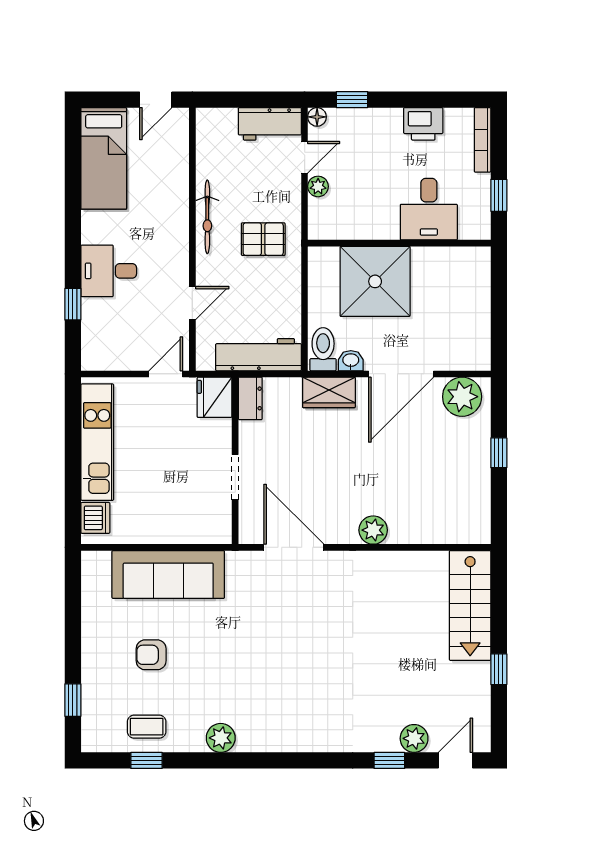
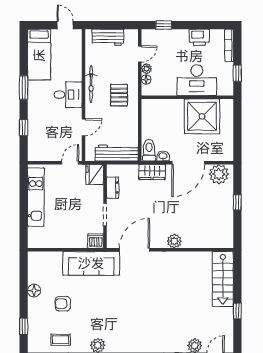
door: (156, 100) -> (65, 25), swing flipped
floor lamp: (317, 117) -> (146, 80), moved
workbench: (270, 124) -> (108, 37), moved
desk: (429, 209) -> (197, 80), width x1.37
window: (73, 224) -> (24, 88), added
pallet: (263, 239) -> (119, 95), turned 90
desk: (109, 271) -> (68, 95), moved, turned 180
shower: (375, 281) -> (202, 116), moved
dresser: (250, 398) -> (113, 188), moved
dishwasher: (95, 518) -> (96, 241), moved, turned -90
door: (294, 547) -> (134, 250), hinge flipped
sofa: (168, 575) -> (91, 263), moved
floor lamp: (94, 629) -> (34, 291), added

